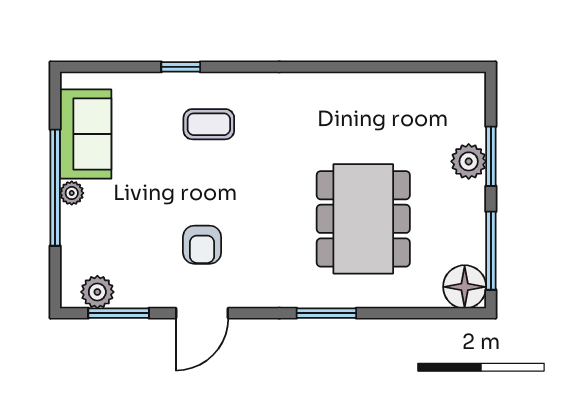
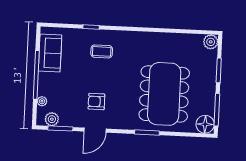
plant: (469, 161) -> (211, 42), moved
plant: (72, 193) -> (42, 101), moved
dining table: (363, 219) -> (164, 94), width x1.36, depth x1.24
armchair: (202, 245) -> (96, 102), turned 90

